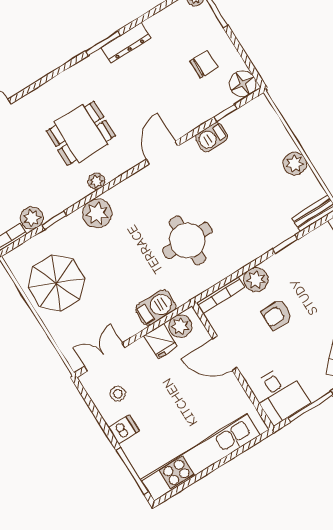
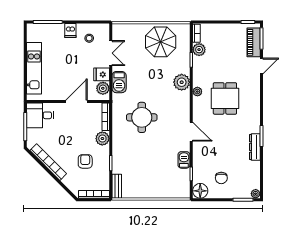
plant: (295, 164) -> (146, 192), removed
armchair: (277, 315) -> (85, 161), moved
double door: (105, 357) -> (111, 53), moved
kitchen unit: (201, 457) -> (34, 68), width x0.73

